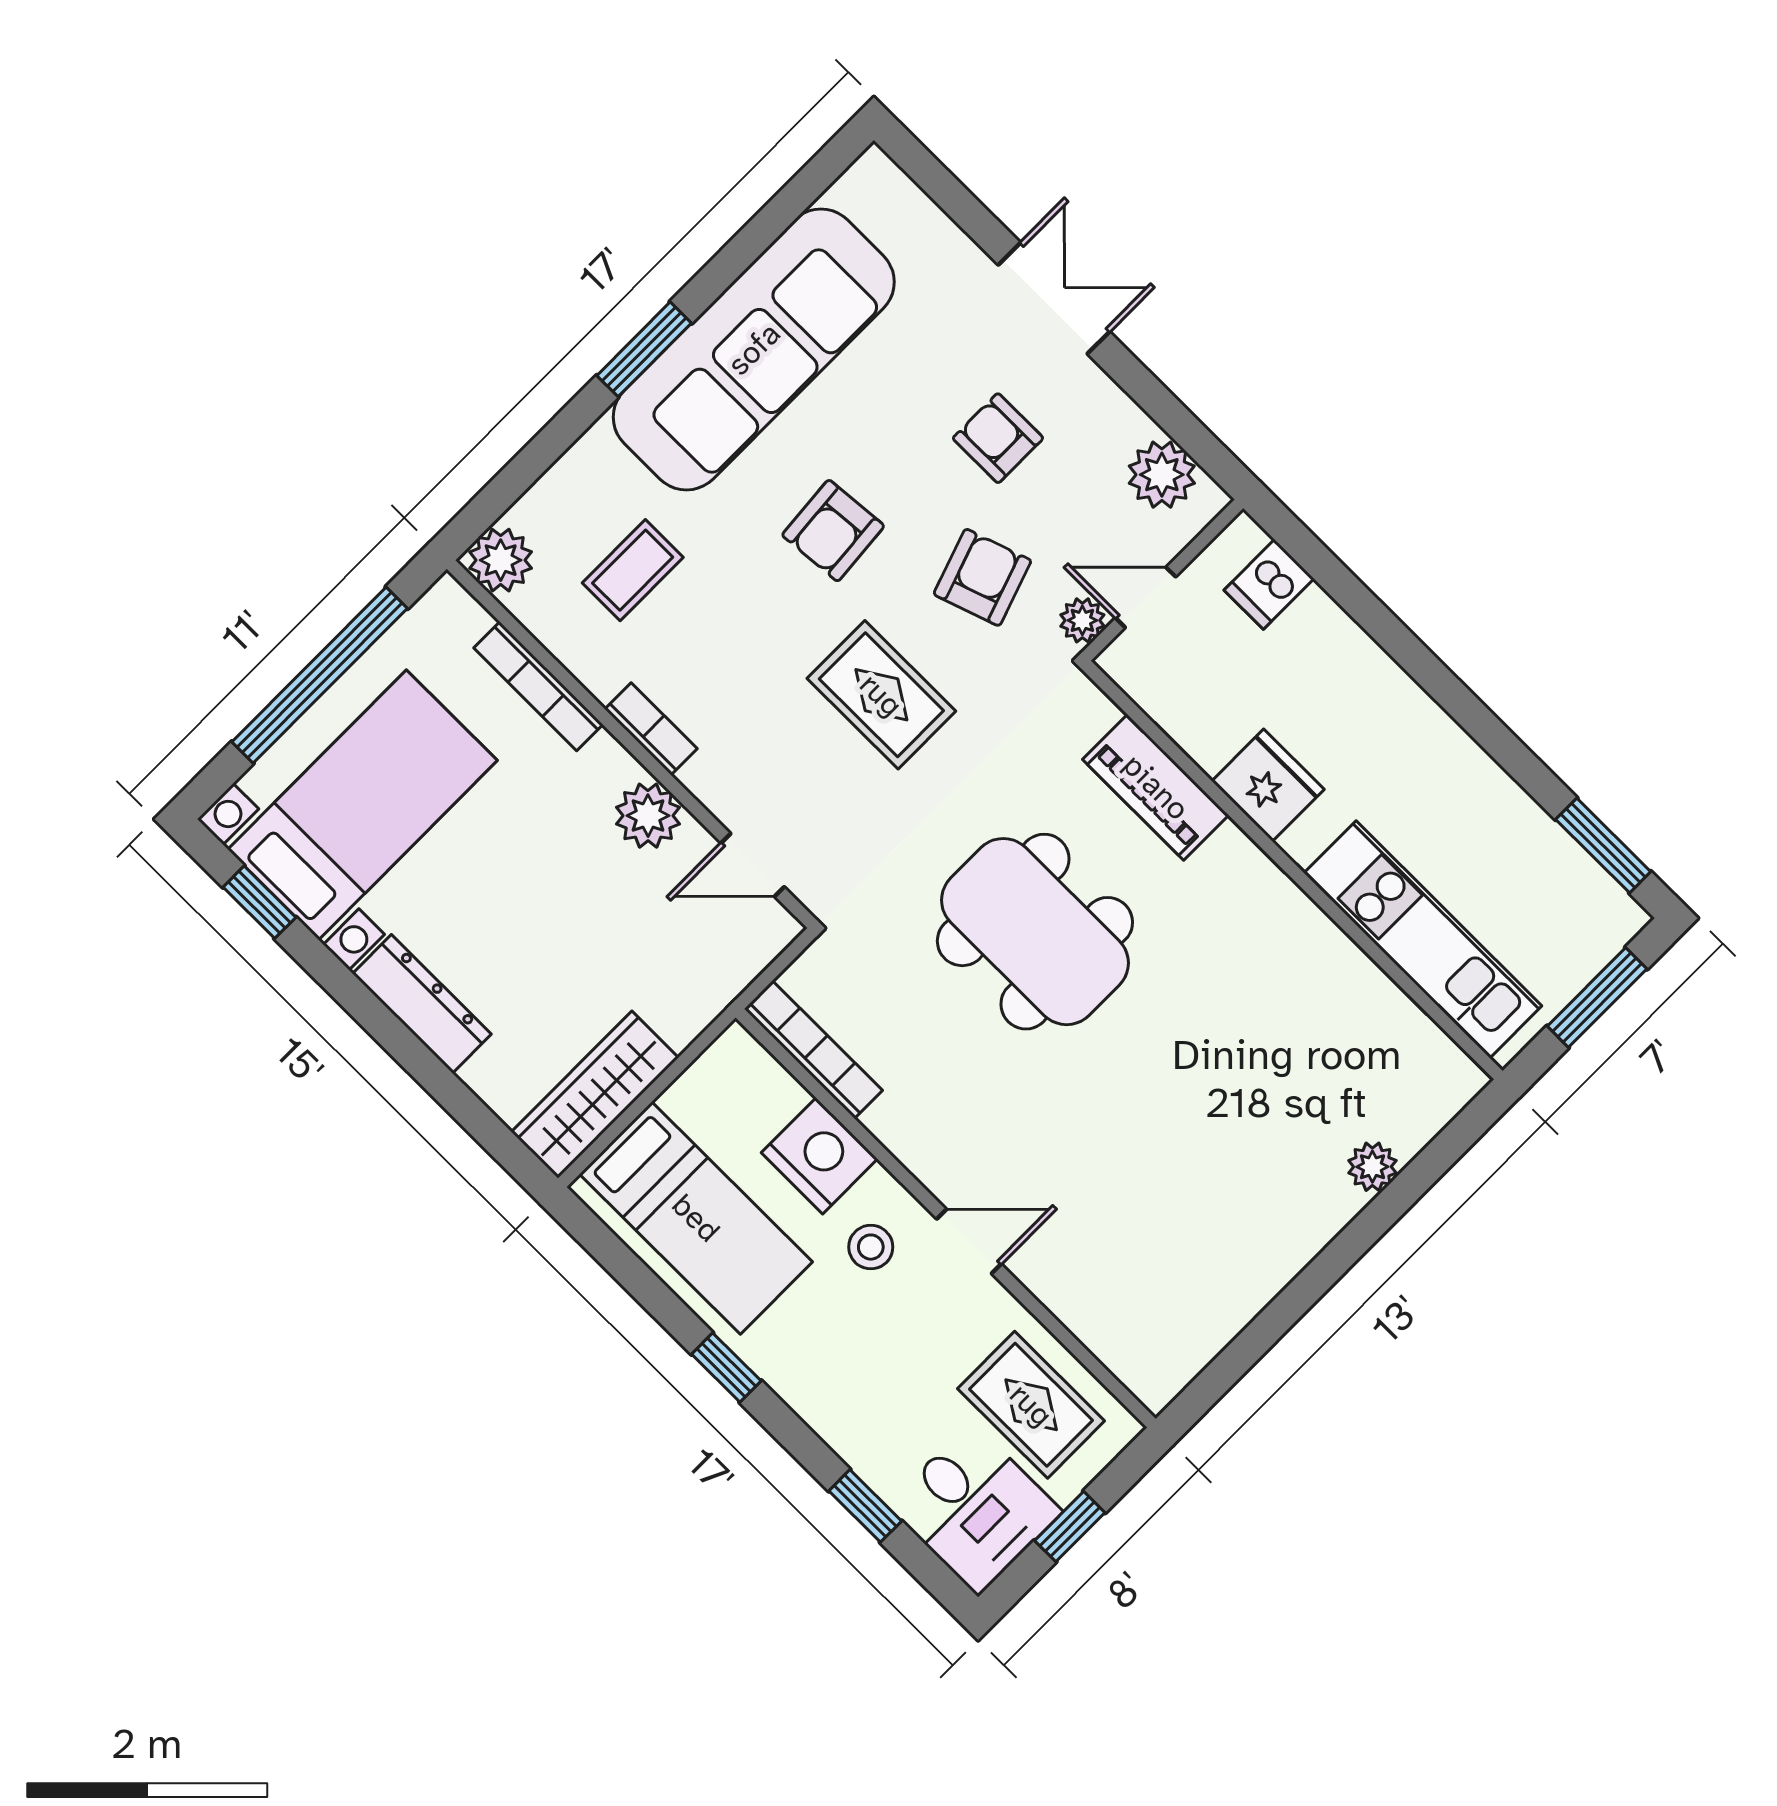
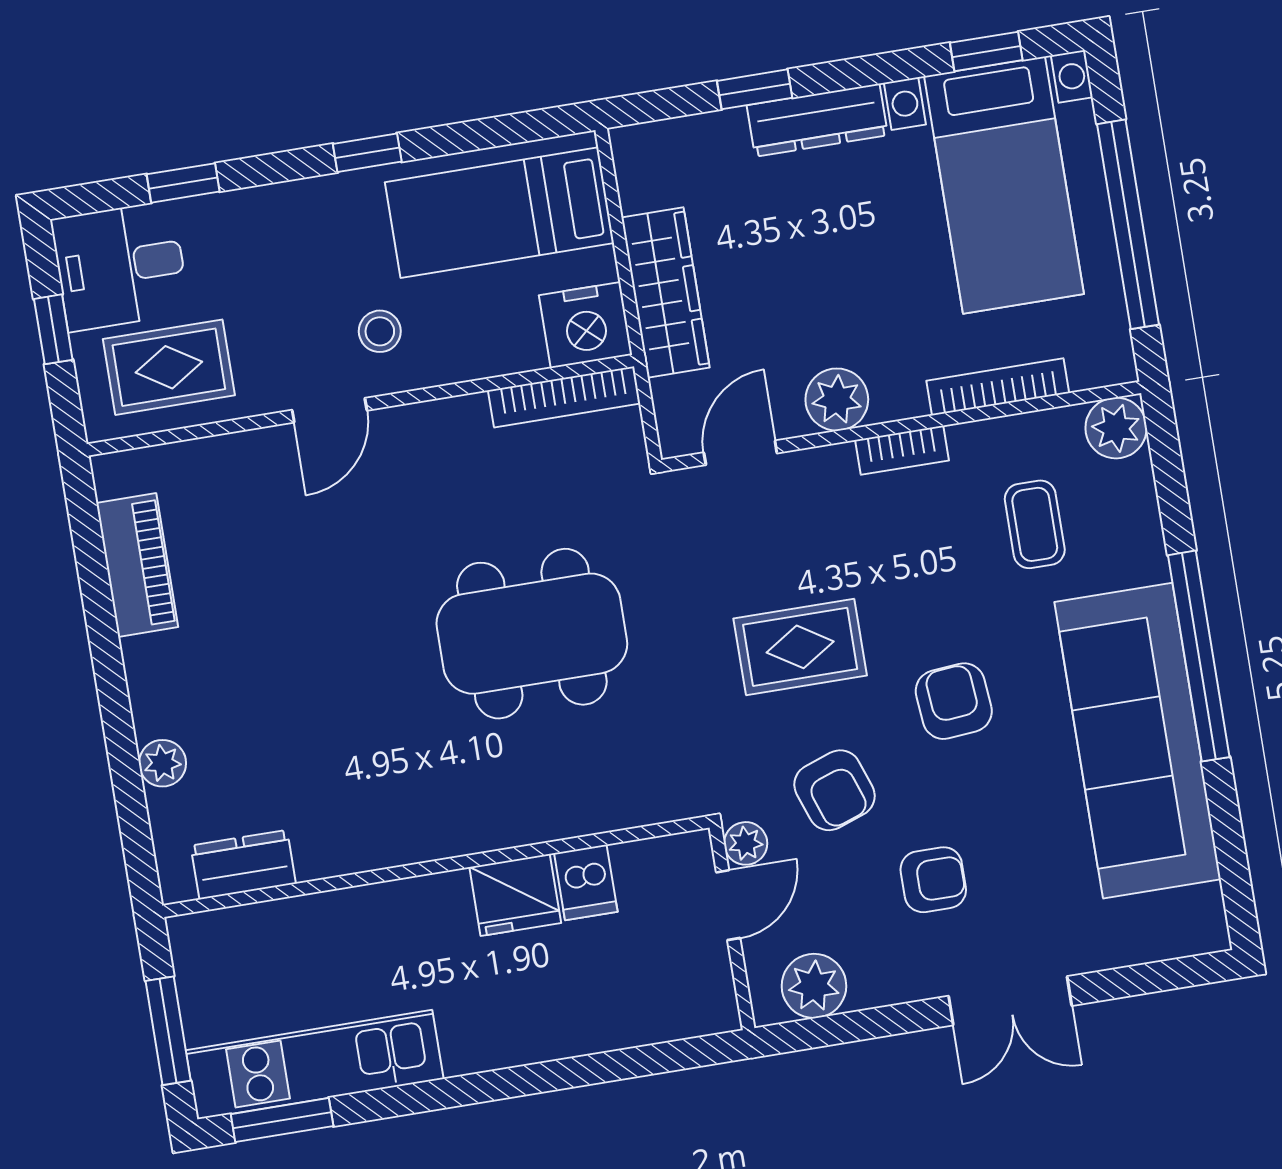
window: (644, 349) -> (1199, 656), width x2.11
dishwasher: (1269, 584) -> (586, 882), moved, turned 180
piano: (1156, 787) -> (137, 565), moved, turned 90
kitchen unit: (1423, 939) -> (315, 1065), moved, turned 180
dresser: (1409, 1036) -> (243, 865), added
window: (434, 1076) -> (755, 89), added
wardrobe: (595, 1095) -> (666, 293), moved
nightstand: (819, 1156) -> (586, 325), moved

